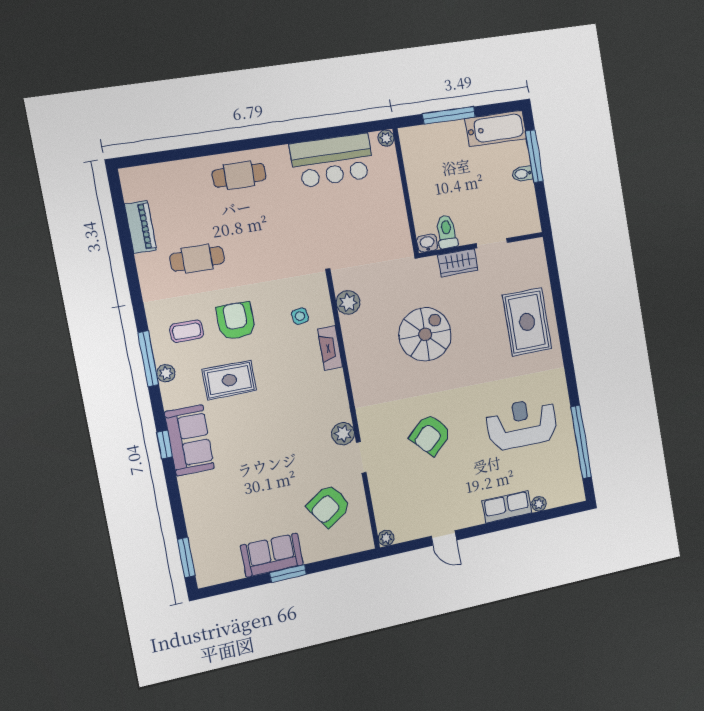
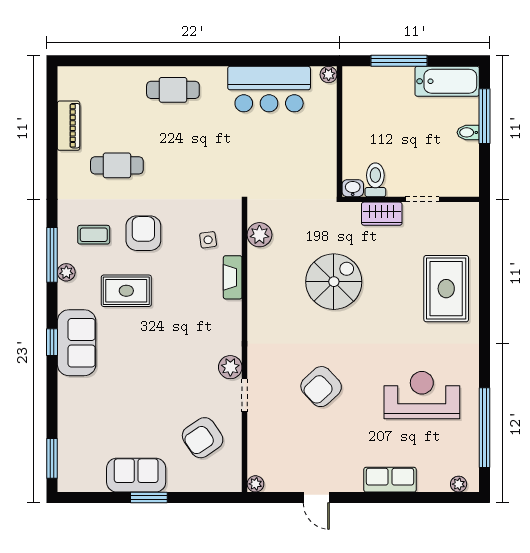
plant: (539, 504) -> (459, 484), moved

